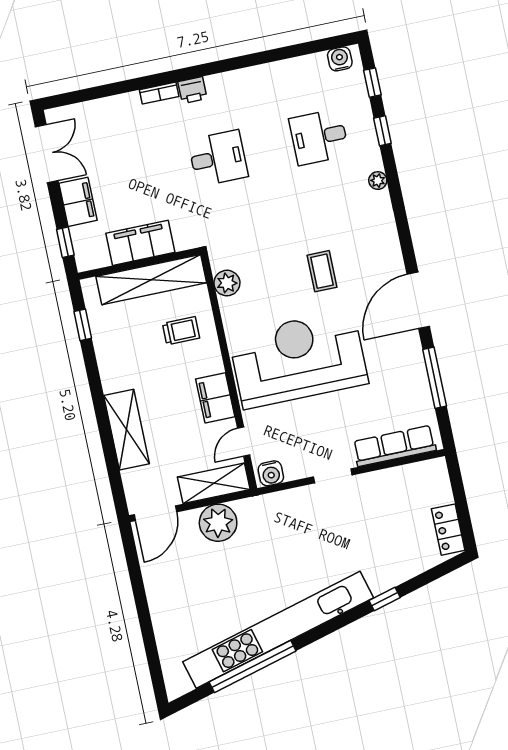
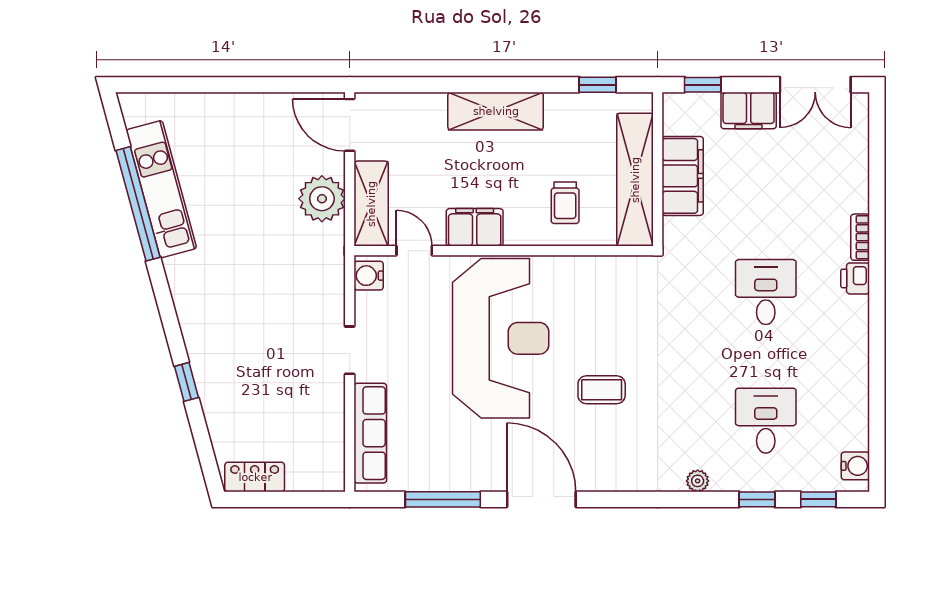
desk: (218, 158) -> (766, 292), turned 180
plant: (227, 283) -> (612, 271), removed
shelving: (127, 430) -> (496, 111), moved
kitchen unit: (278, 630) -> (161, 189), width x0.54

